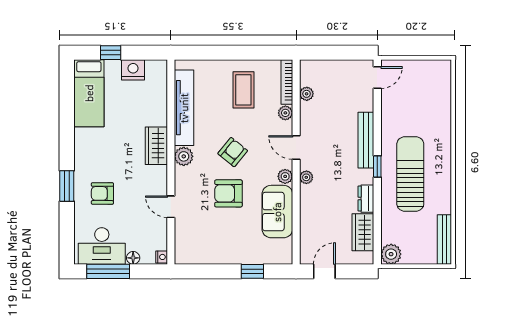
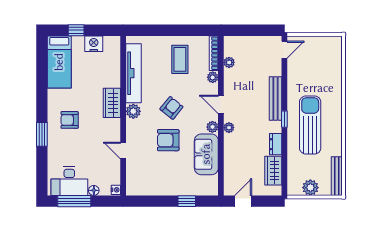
armchair: (102, 193) -> (70, 120), moved
plant: (391, 254) -> (310, 188), moved

